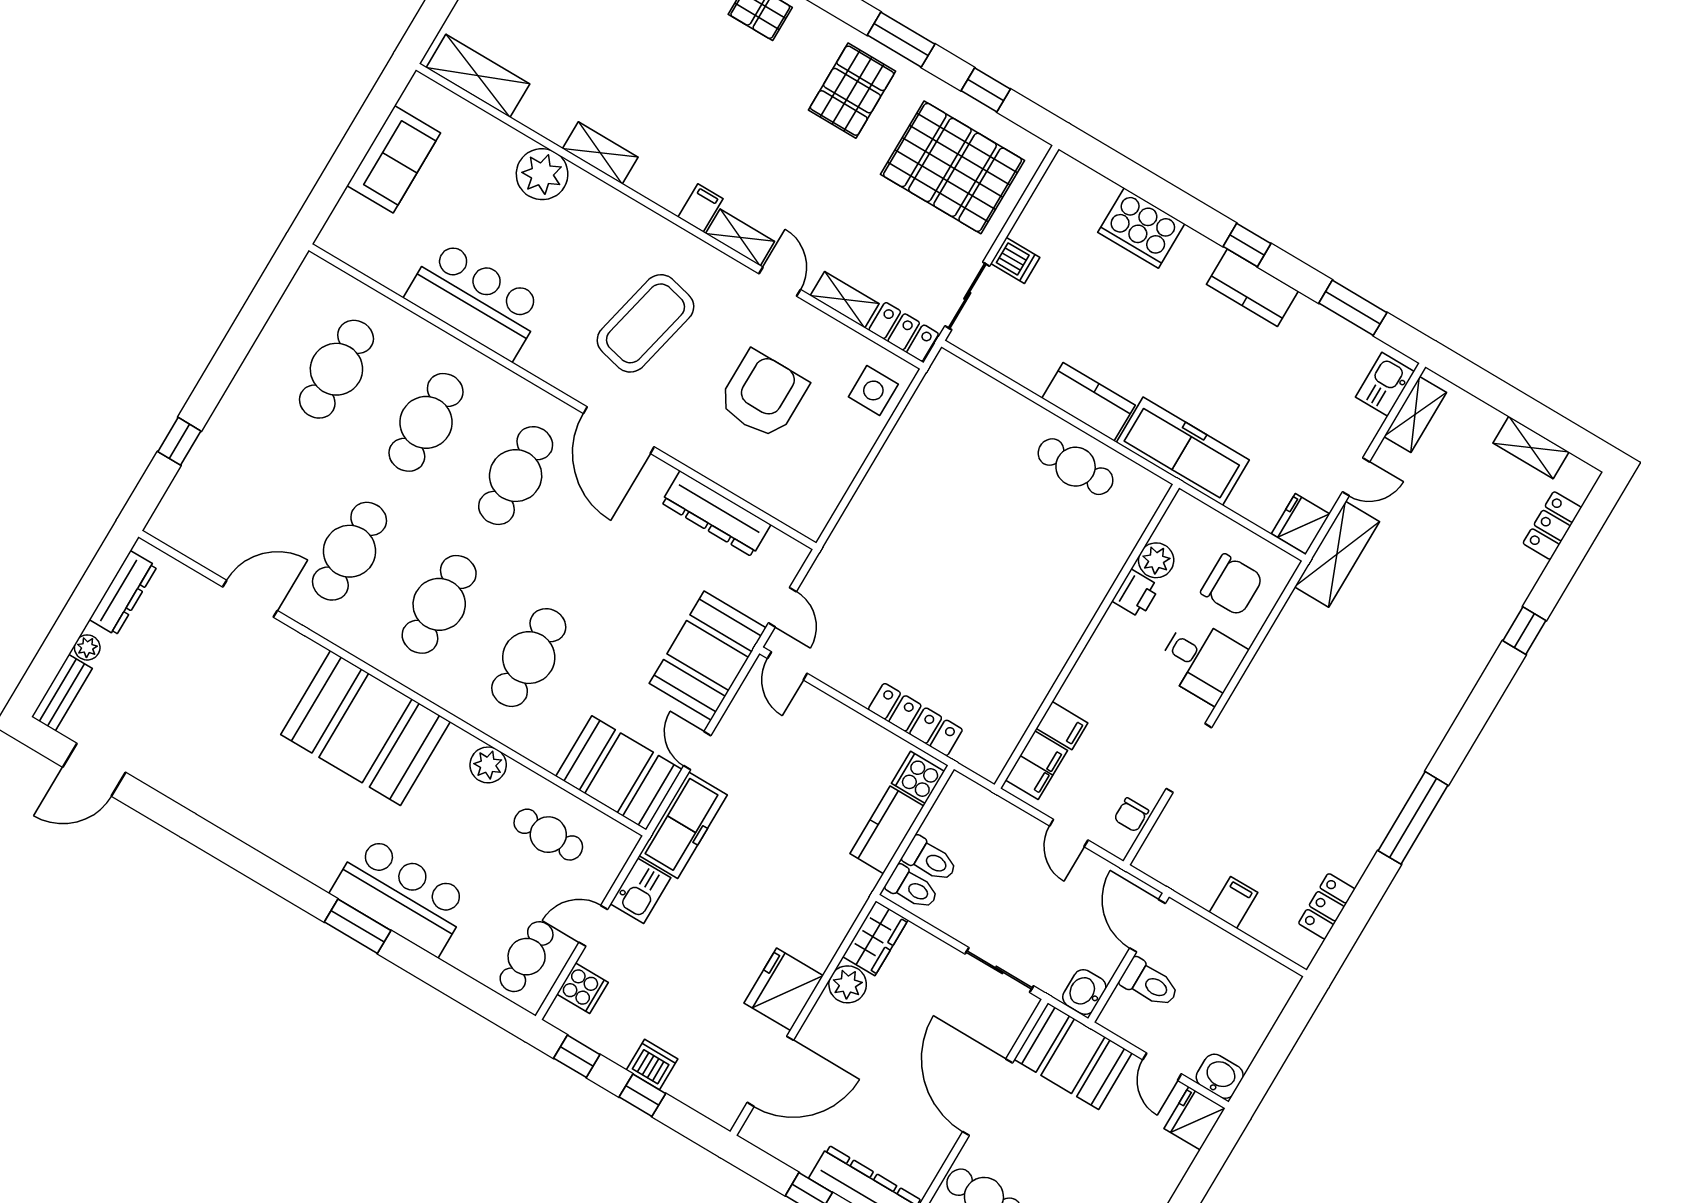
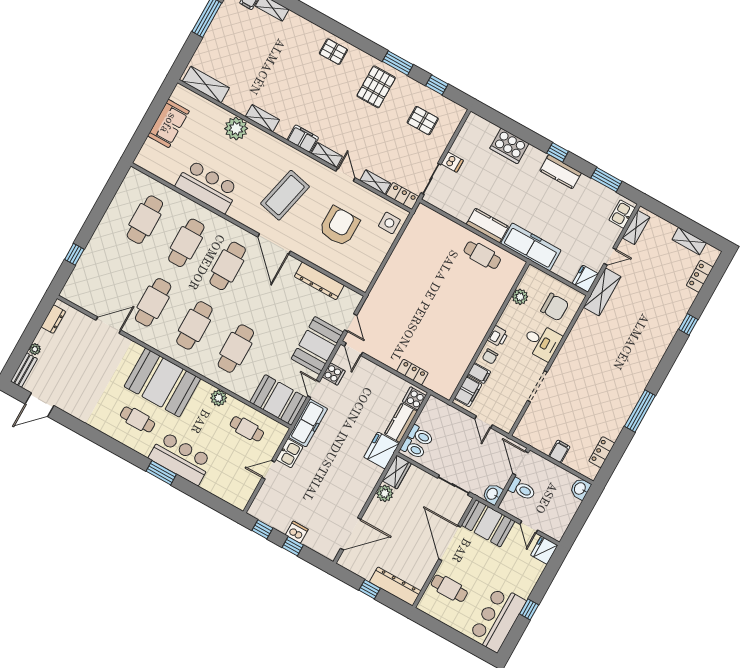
pallet: (952, 167) -> (423, 121), width x0.49, depth x0.50
filing cabinet: (701, 208) -> (303, 139), width x2.00
dresser: (123, 593) -> (53, 319), width x0.70
printer: (1136, 594) -> (498, 336), moved
locker: (915, 720) -> (412, 372), width x0.66
chair: (1131, 815) -> (490, 356), moved
cafe table: (527, 957) -> (138, 419), moved, turned 90
cooker: (582, 988) -> (334, 374), moved
fridge: (784, 989) -> (381, 450), moved
washbasin: (1220, 1076) -> (580, 489), moved, turned -90

